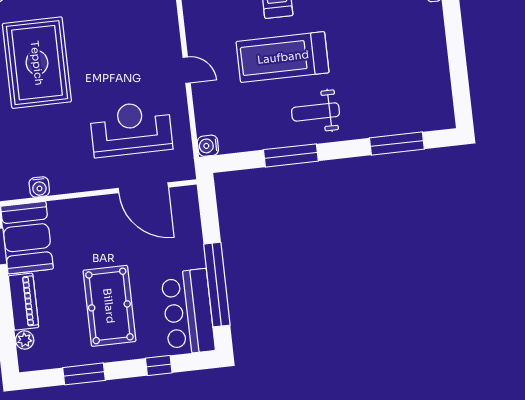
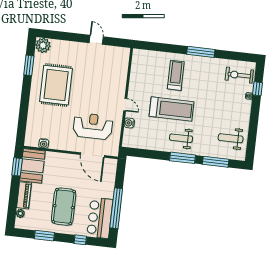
treadmill: (283, 57) -> (172, 109), turned 180
weight bench: (416, 89) -> (231, 138), added
water cooler: (208, 146) -> (129, 123), moved
window: (291, 155) -> (182, 158), moved

